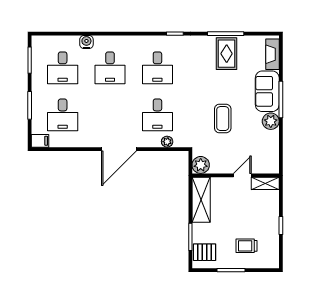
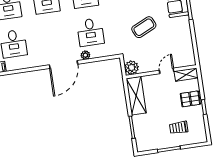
coffee table: (223, 119) -> (144, 27), turned 65
plant: (271, 121) -> (183, 24), removed
plant: (167, 142) -> (85, 55), moved
pallet: (205, 252) -> (190, 99), moved

